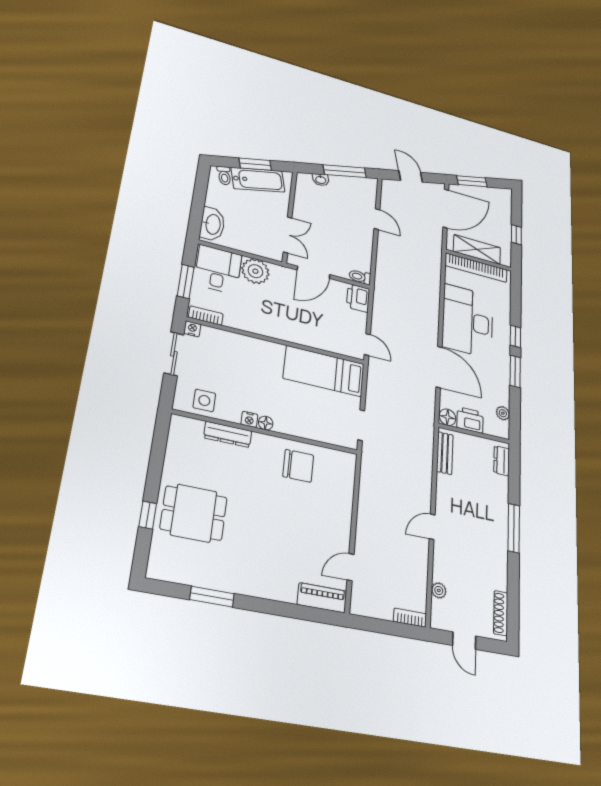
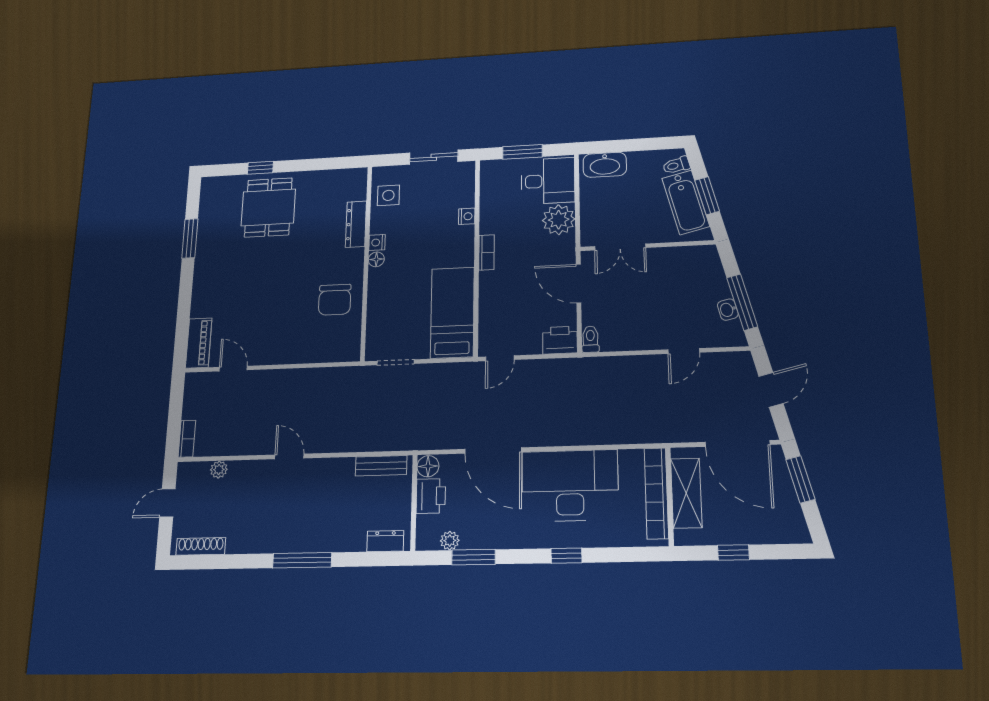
washbasin: (321, 180) -> (728, 310), moved
bookcase: (206, 316) -> (486, 252), moved
nightstand: (192, 329) -> (467, 216), moved
door: (439, 367) -> (493, 451), hinge flipped
window: (515, 371) -> (474, 557), moved

